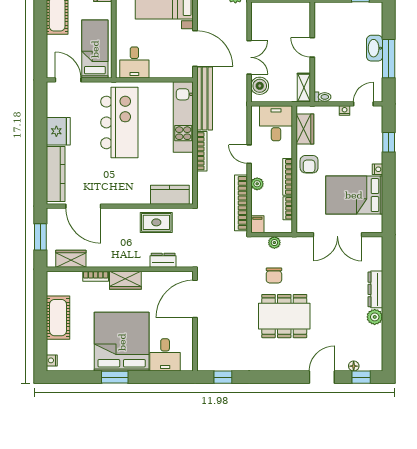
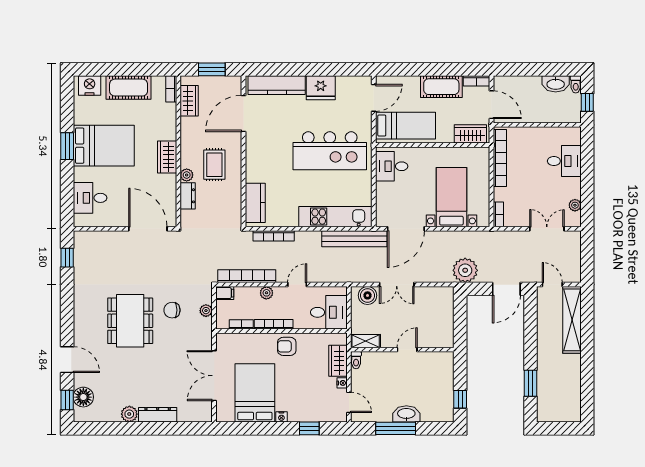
wardrobe: (305, 129) -> (338, 361), moved, turned 90
bookcase: (202, 151) -> (274, 236), moved
rug: (156, 222) -> (214, 165), moved
plant: (143, 261) -> (187, 175), added
bookcase: (96, 276) -> (171, 89), moved
bed: (122, 342) -> (104, 146), width x0.73
nightstand: (52, 360) -> (90, 85), width x1.89, depth x1.79
floor lamp: (354, 366) -> (83, 397), width x1.89, depth x1.89

